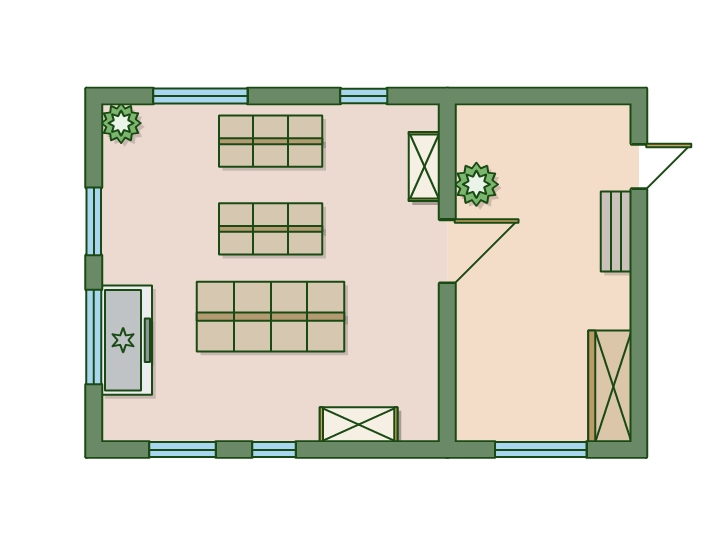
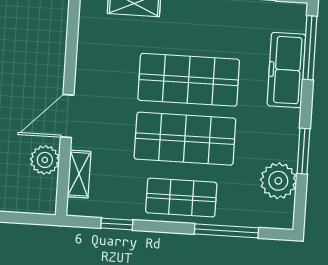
plant: (121, 123) -> (278, 181), moved, width x1.36, depth x1.36
shop shelf: (271, 229) -> (185, 139), width x1.43, depth x1.36
window: (94, 337) -> (310, 48), moved

